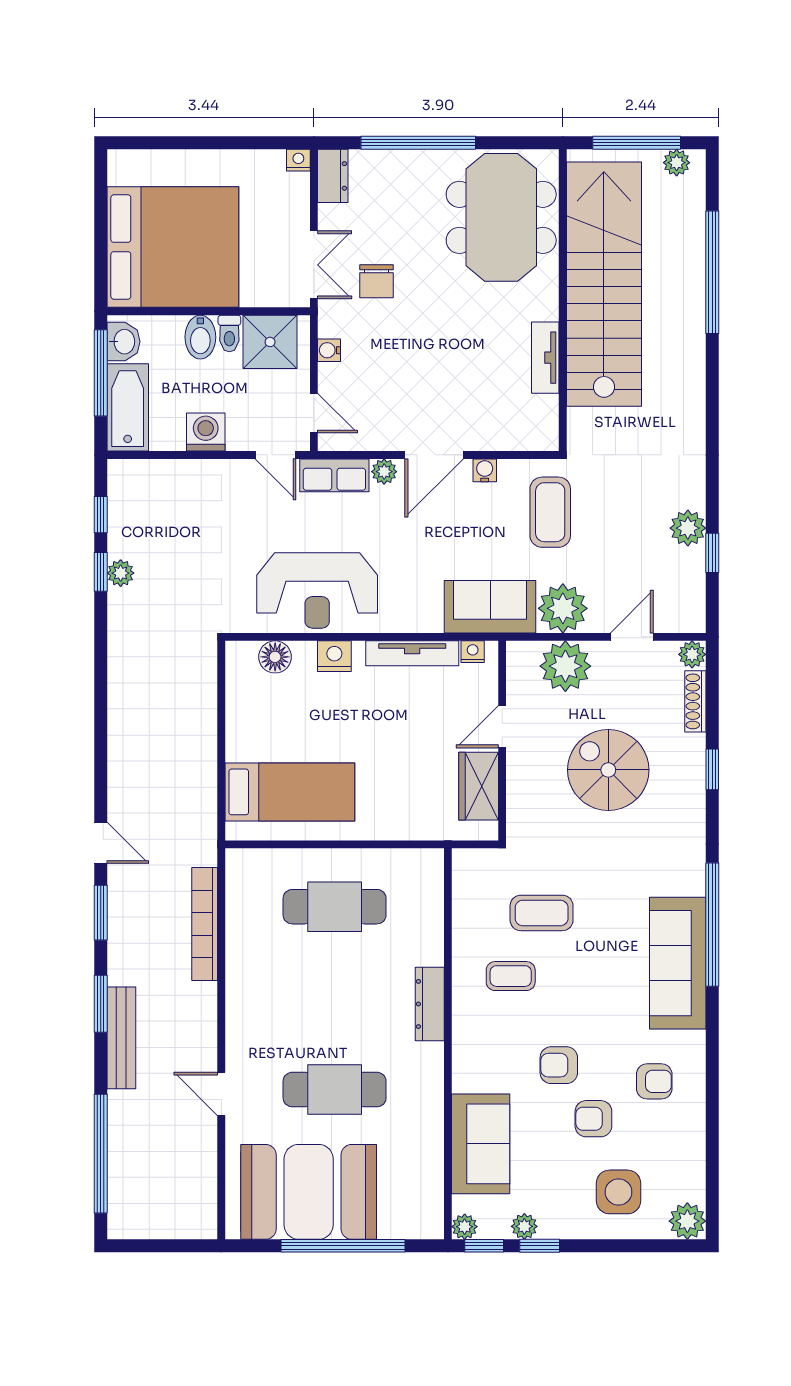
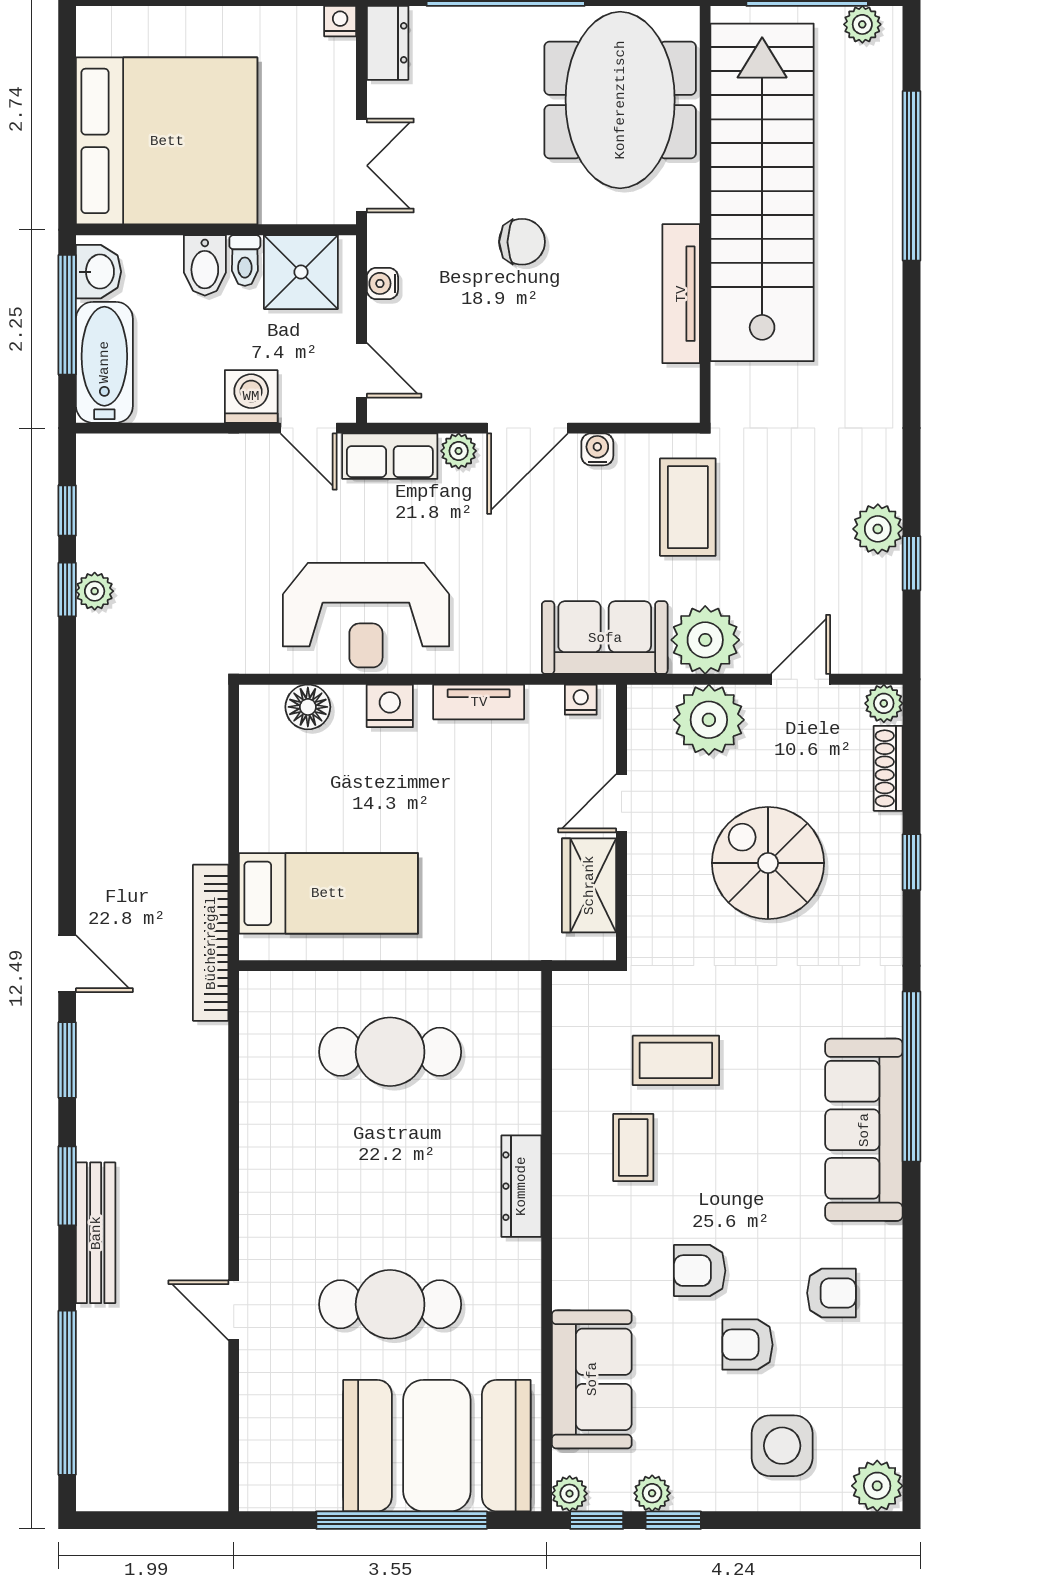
chair: (376, 281) -> (522, 242), moved, turned -90
tv unit: (545, 358) -> (681, 294), width x1.41
washing machine: (206, 432) -> (251, 396), moved
tv unit: (412, 653) -> (479, 702), width x0.71
bookcase: (205, 924) -> (211, 943), moved
coffee table: (511, 976) -> (633, 1148), turned 90
booth: (309, 1192) -> (437, 1446), moved

